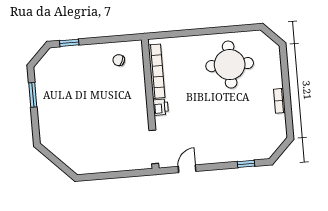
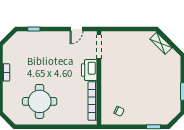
printer: (161, 107) -> (89, 70), width x1.87, depth x1.48
shelving: (69, 159) -> (161, 43), added

